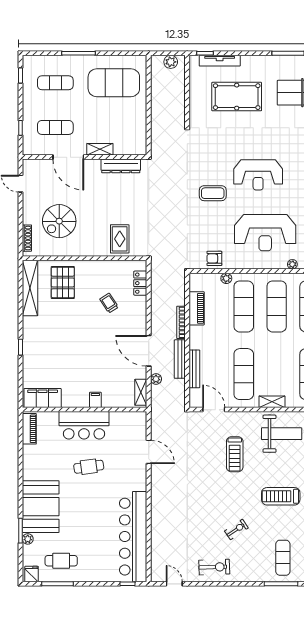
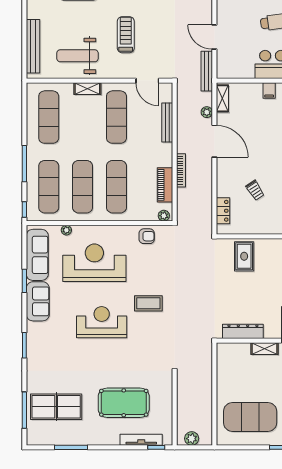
plant: (226, 278) -> (164, 216), moved
bench: (180, 359) -> (207, 71), moved

